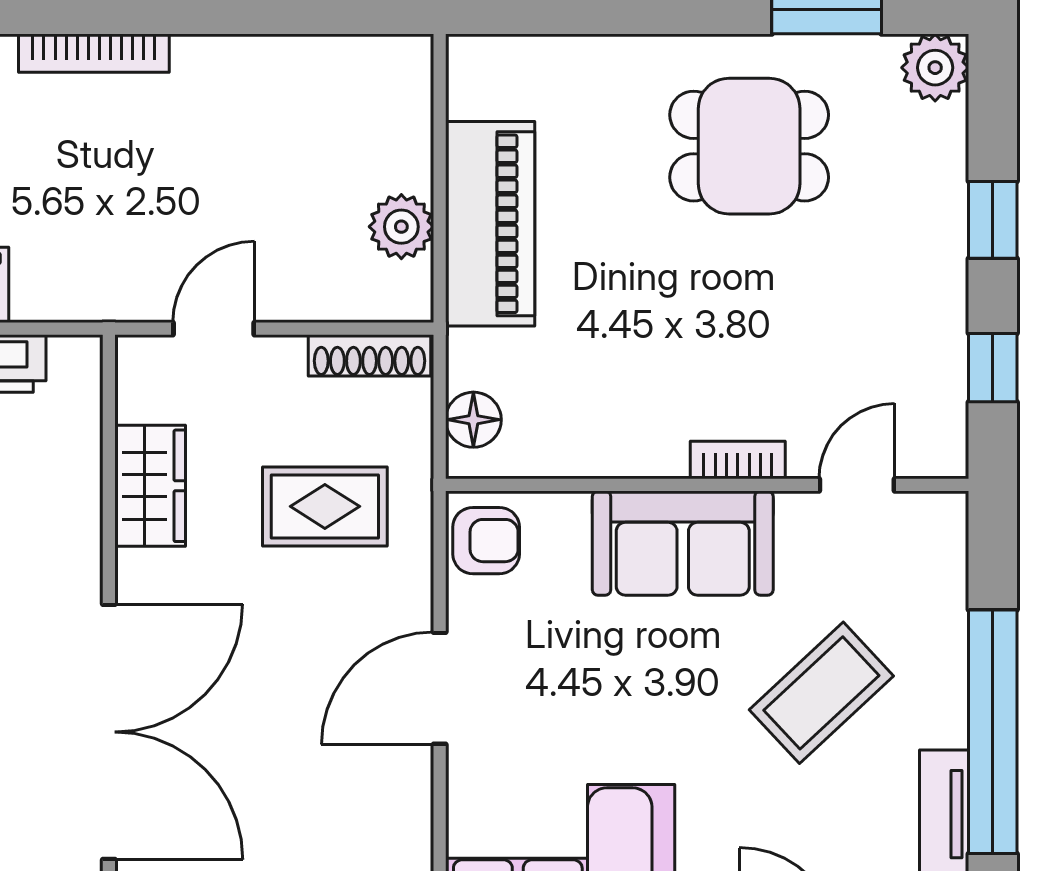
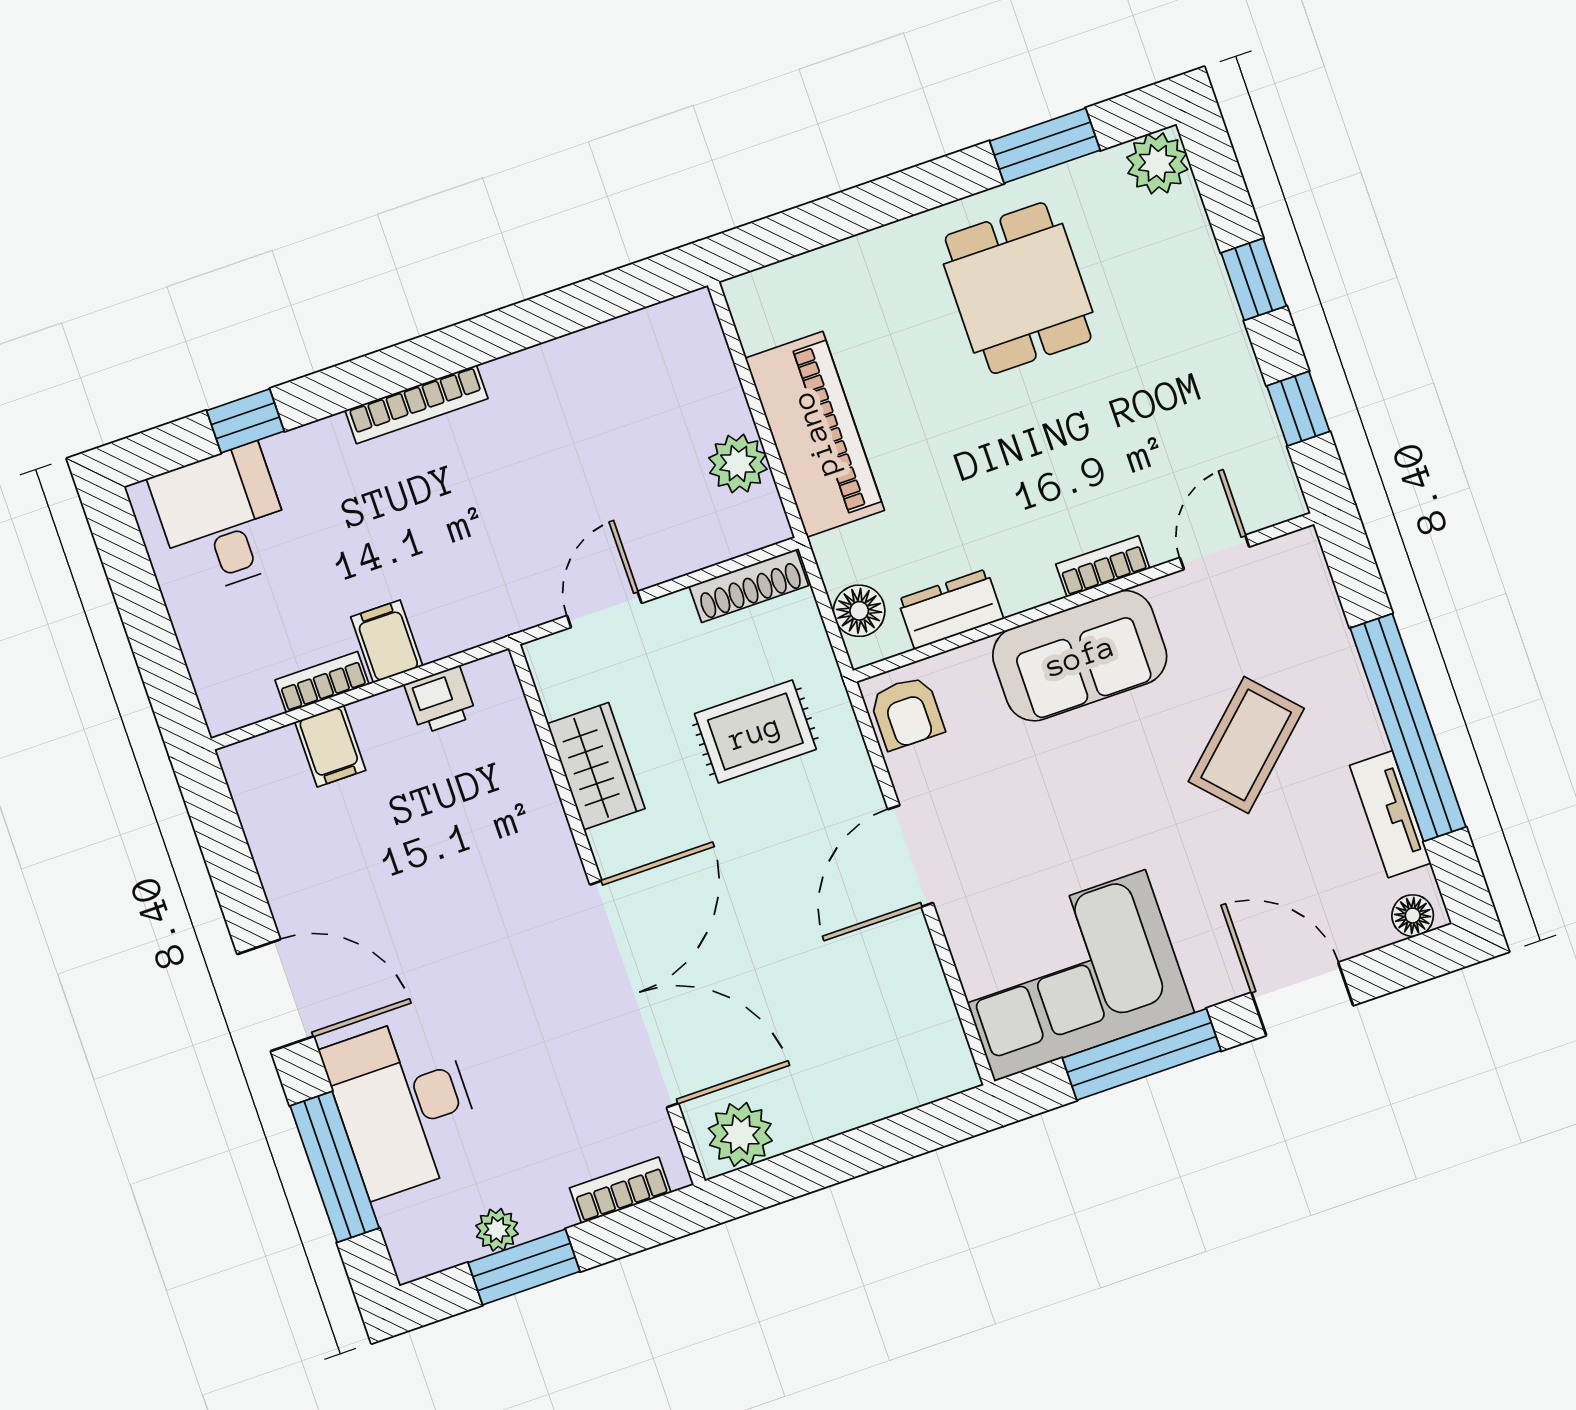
dining table: (749, 146) -> (1018, 288), turned 90
dresser: (567, 450) -> (951, 609), added
armchair: (486, 541) -> (907, 713), turned 90

